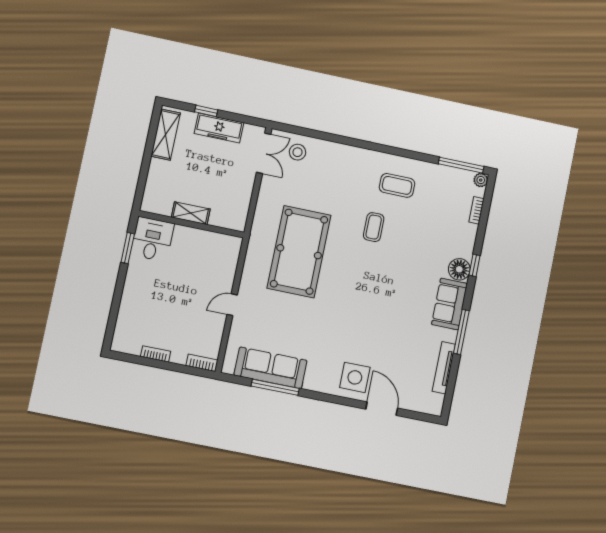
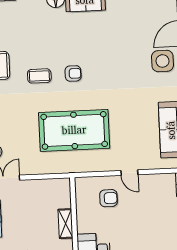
armchair: (367, 268) -> (73, 73), added
armchair: (208, 272) -> (109, 198), added

